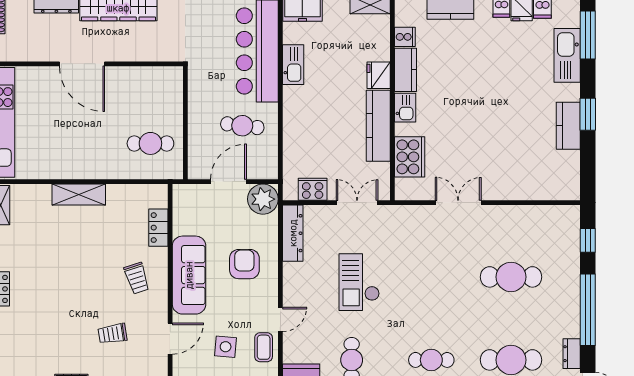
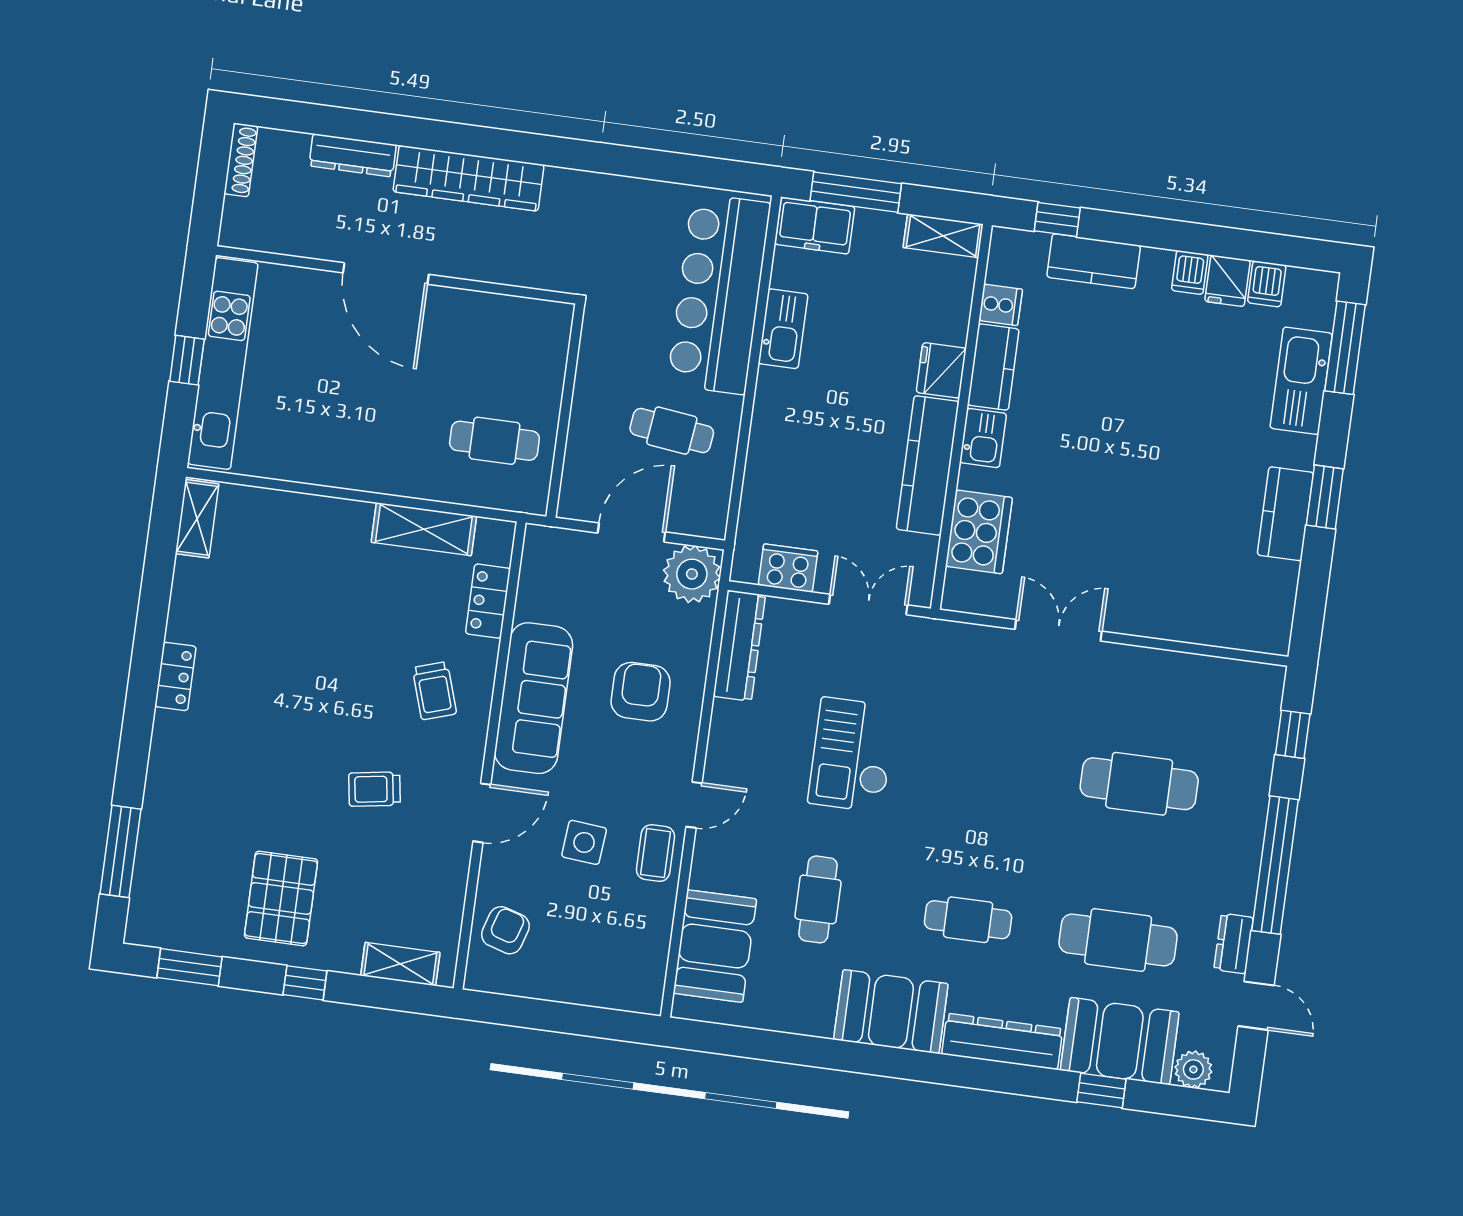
shelving: (79, 195) -> (424, 529), moved

